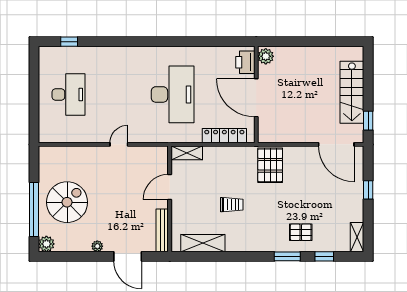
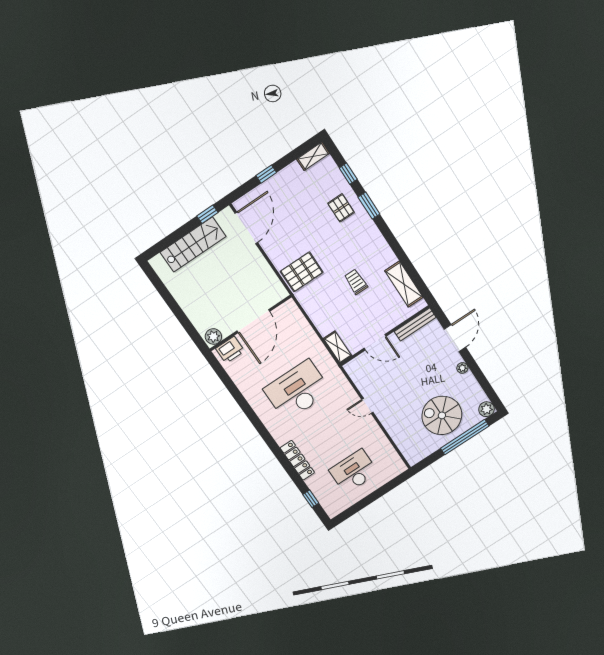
locker: (224, 136) -> (297, 460), moved, turned 180

